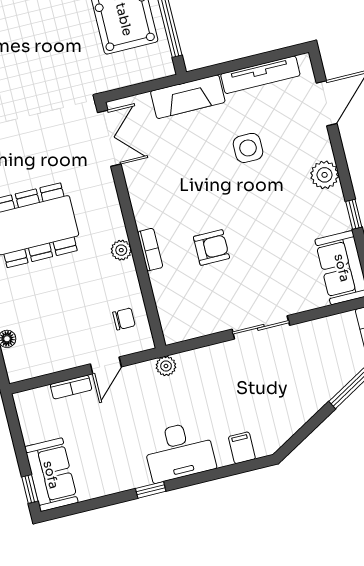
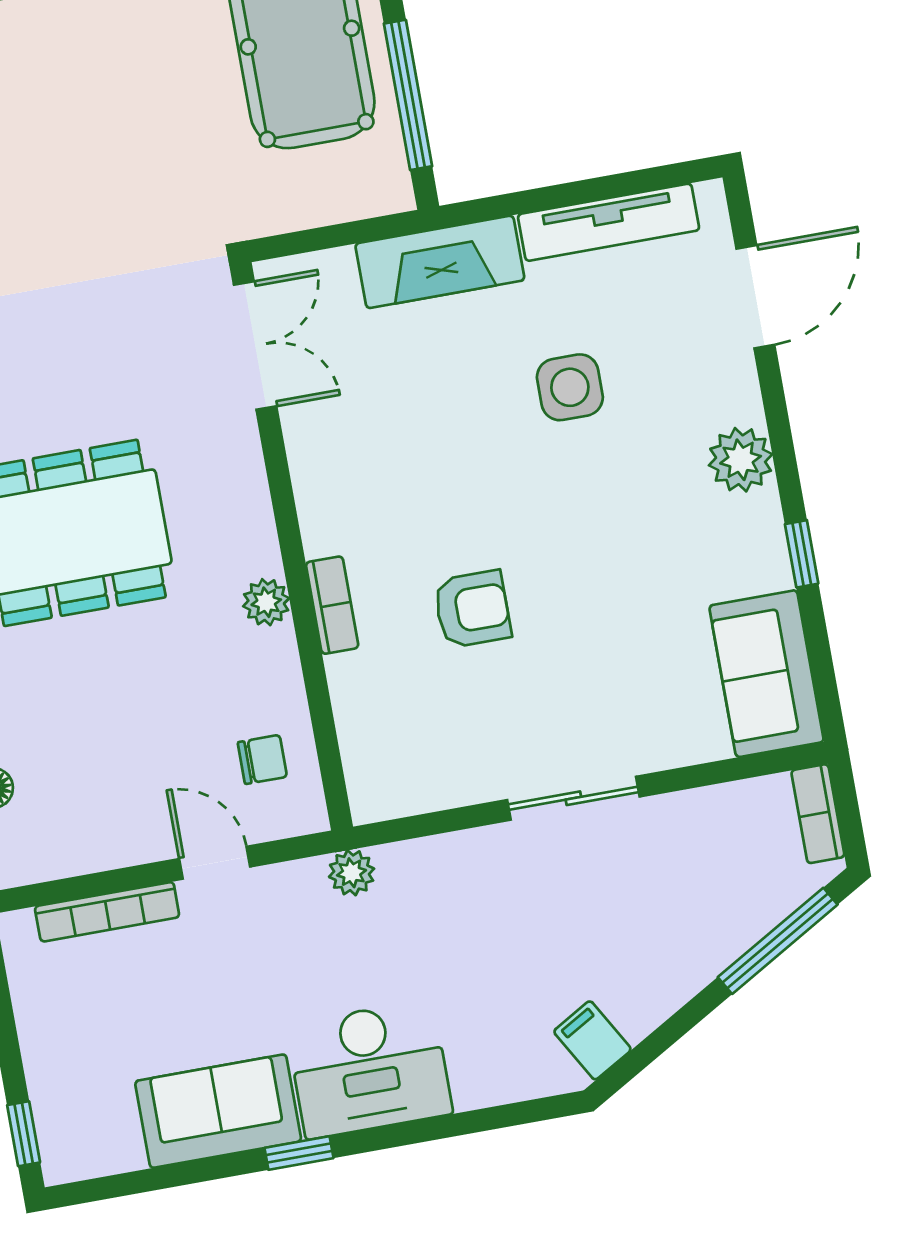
door: (106, 365) -> (215, 863), swing flipped
bookcase: (71, 387) -> (107, 912), width x1.56
filing cabinet: (242, 448) -> (592, 1040), moved, turned -30
sofa: (51, 475) -> (218, 1111), moved, turned -90

